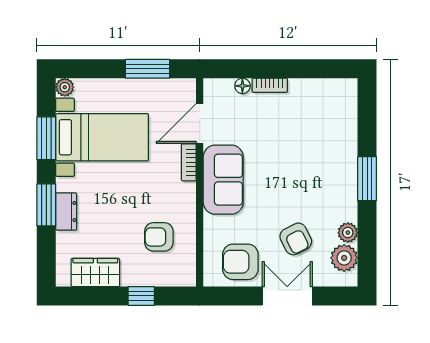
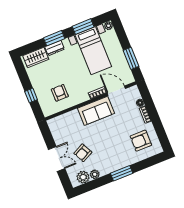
armchair: (240, 262) -> (141, 141), moved, turned -90
wardrobe: (95, 272) -> (36, 57), moved, turned 90

